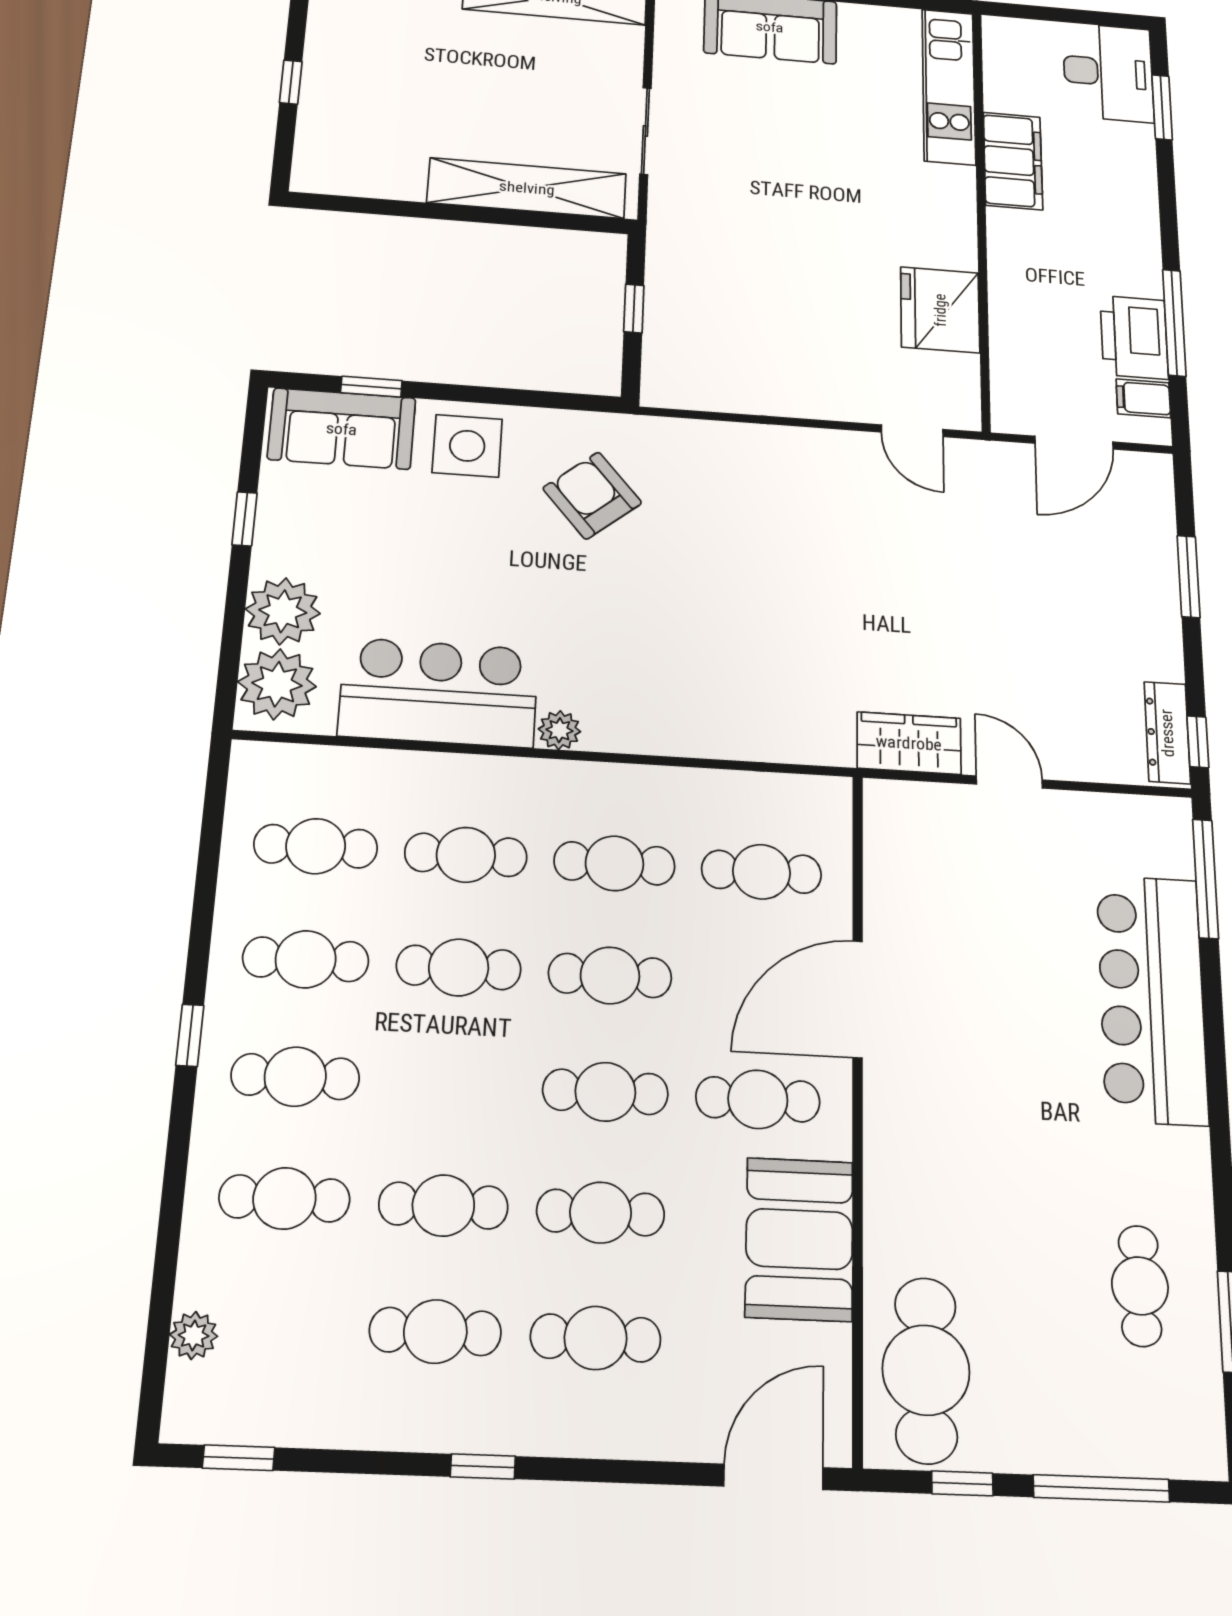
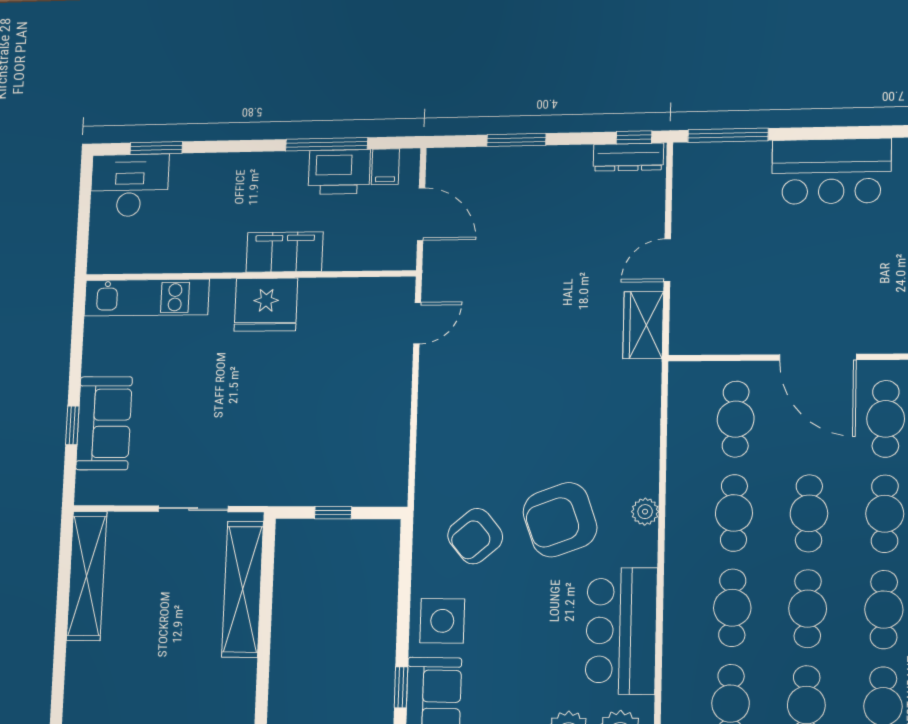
filing cabinet: (1013, 161) -> (285, 252), moved
fridge: (940, 310) -> (266, 305), moved
armchair: (613, 613) -> (560, 520), added
plant: (559, 730) -> (645, 512), moved
bar counter: (1152, 999) -> (831, 171), width x0.73
cafe table: (451, 1084) -> (884, 610), added

